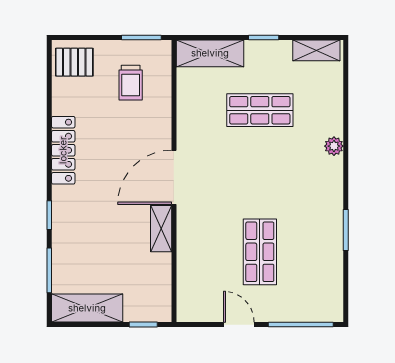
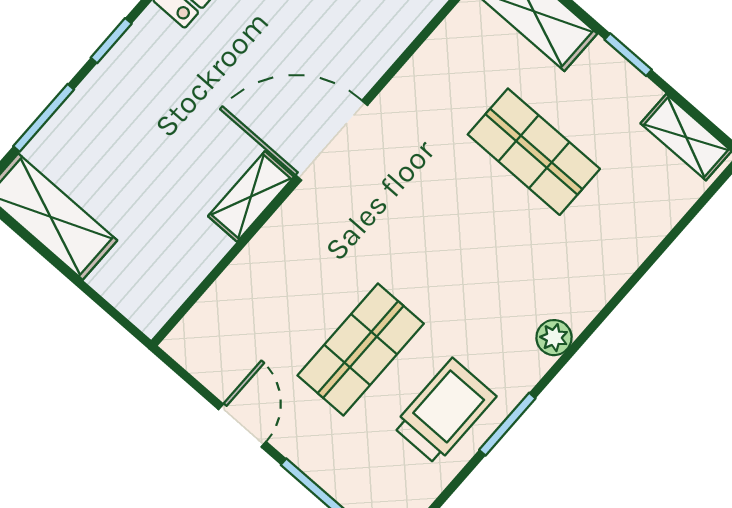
plant: (334, 146) -> (554, 338), moved
trolley: (316, 247) -> (444, 411), added
window: (143, 325) -> (109, 309), removed

